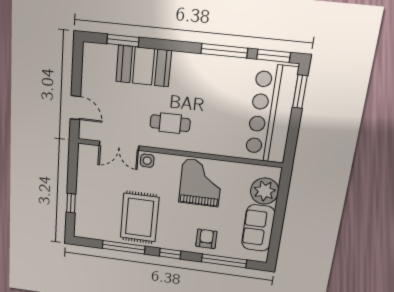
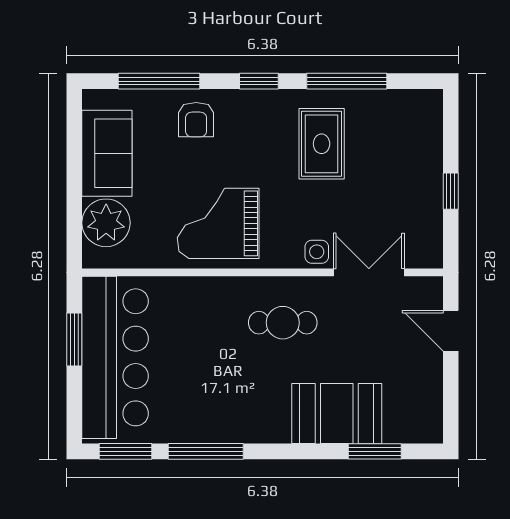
window: (300, 92) -> (74, 340), moved
grand piano: (201, 183) -> (218, 223), turned 90
window: (71, 203) -> (451, 191), moved
rug: (140, 218) -> (322, 144), width x0.73, depth x0.70

